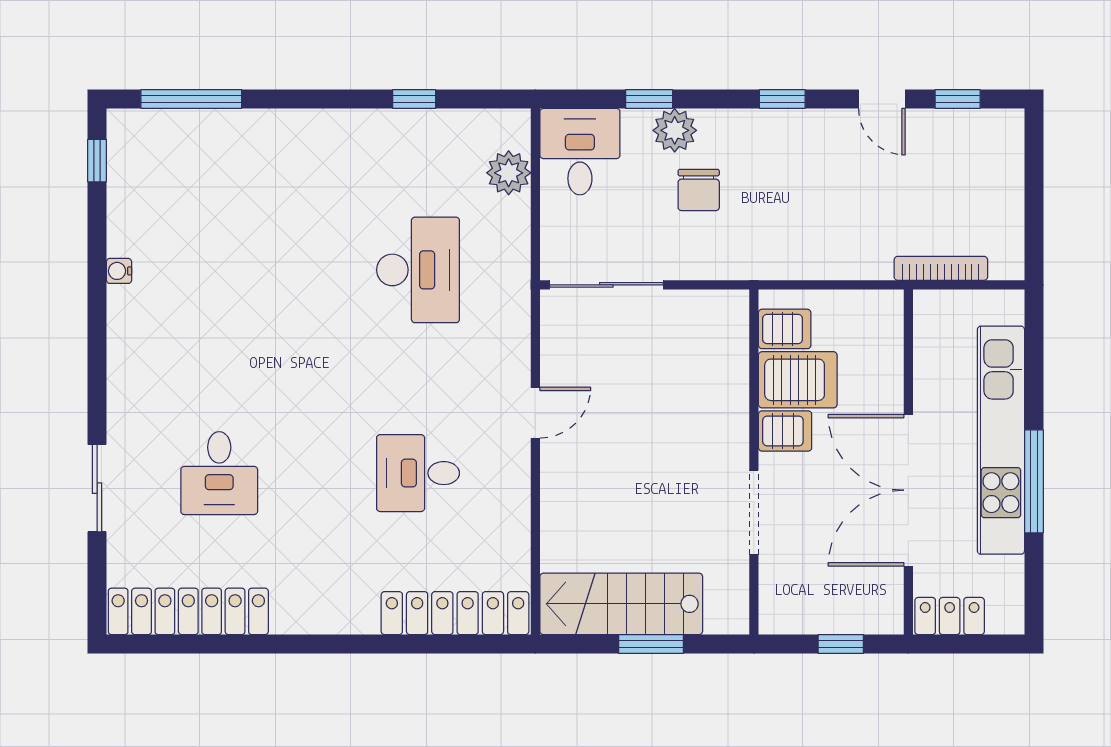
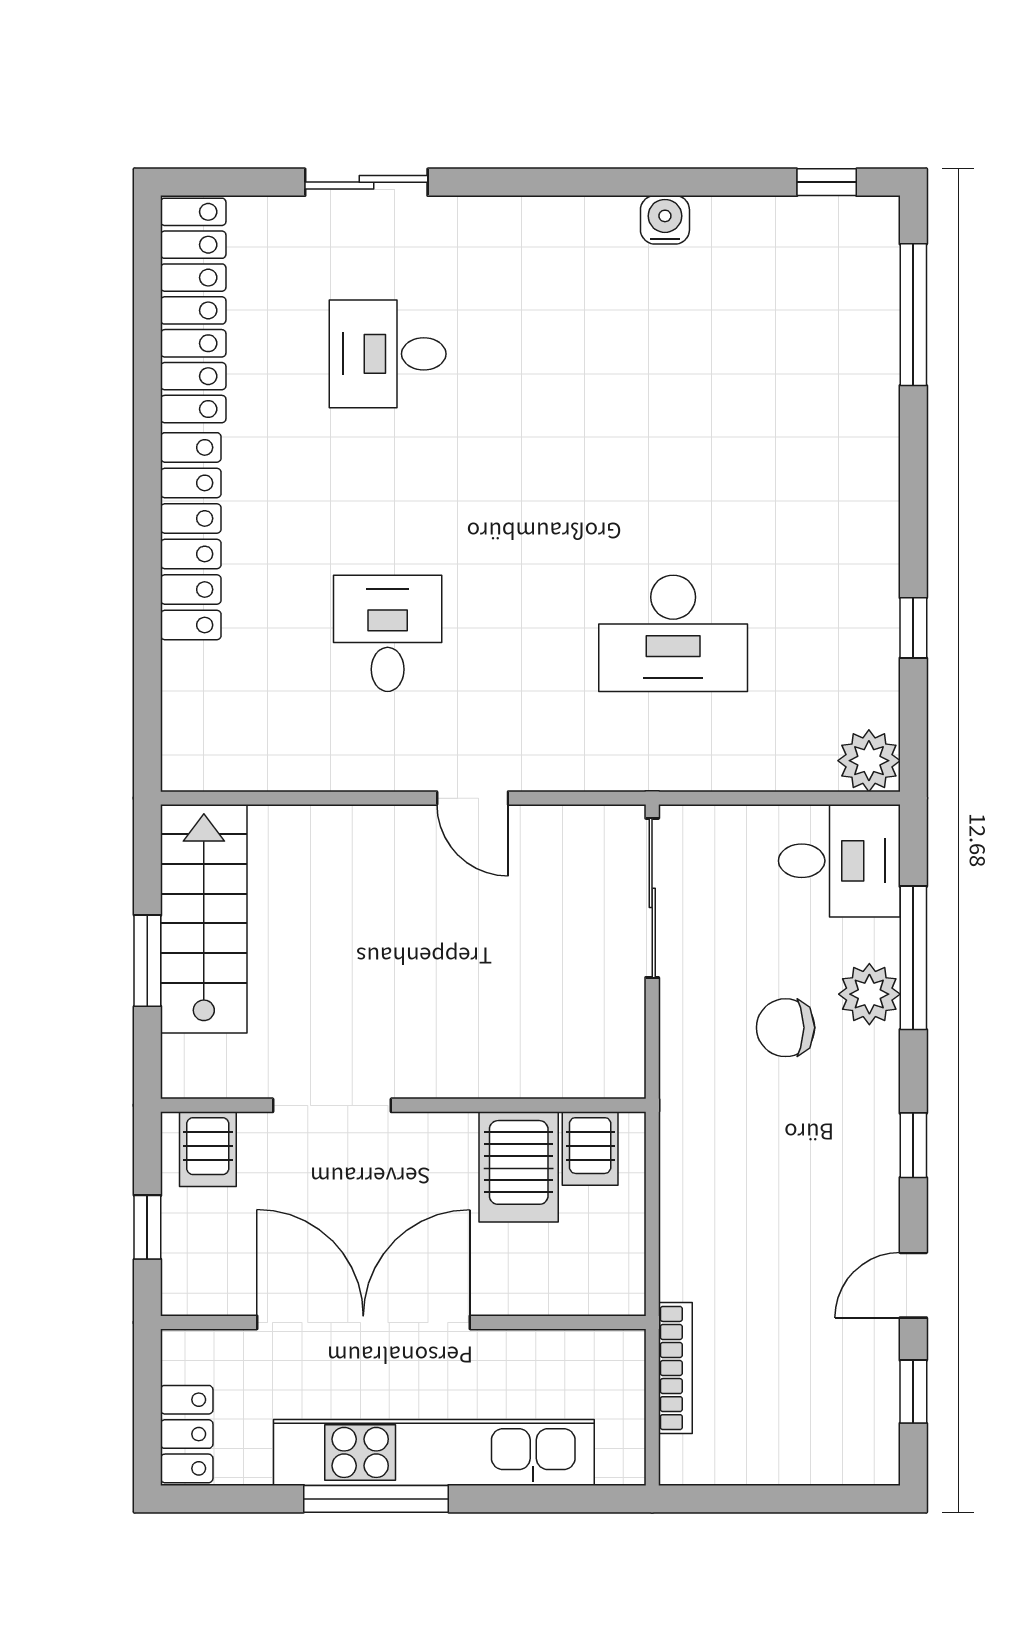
window: (649, 99) -> (913, 958), width x2.17
plant: (509, 173) -> (869, 761), moved
water cooler: (119, 271) -> (665, 220), width x1.38, depth x1.38
server rack: (785, 431) -> (208, 1149), moved
locker: (455, 613) -> (191, 536), moved
locker: (950, 616) -> (187, 1434), moved

